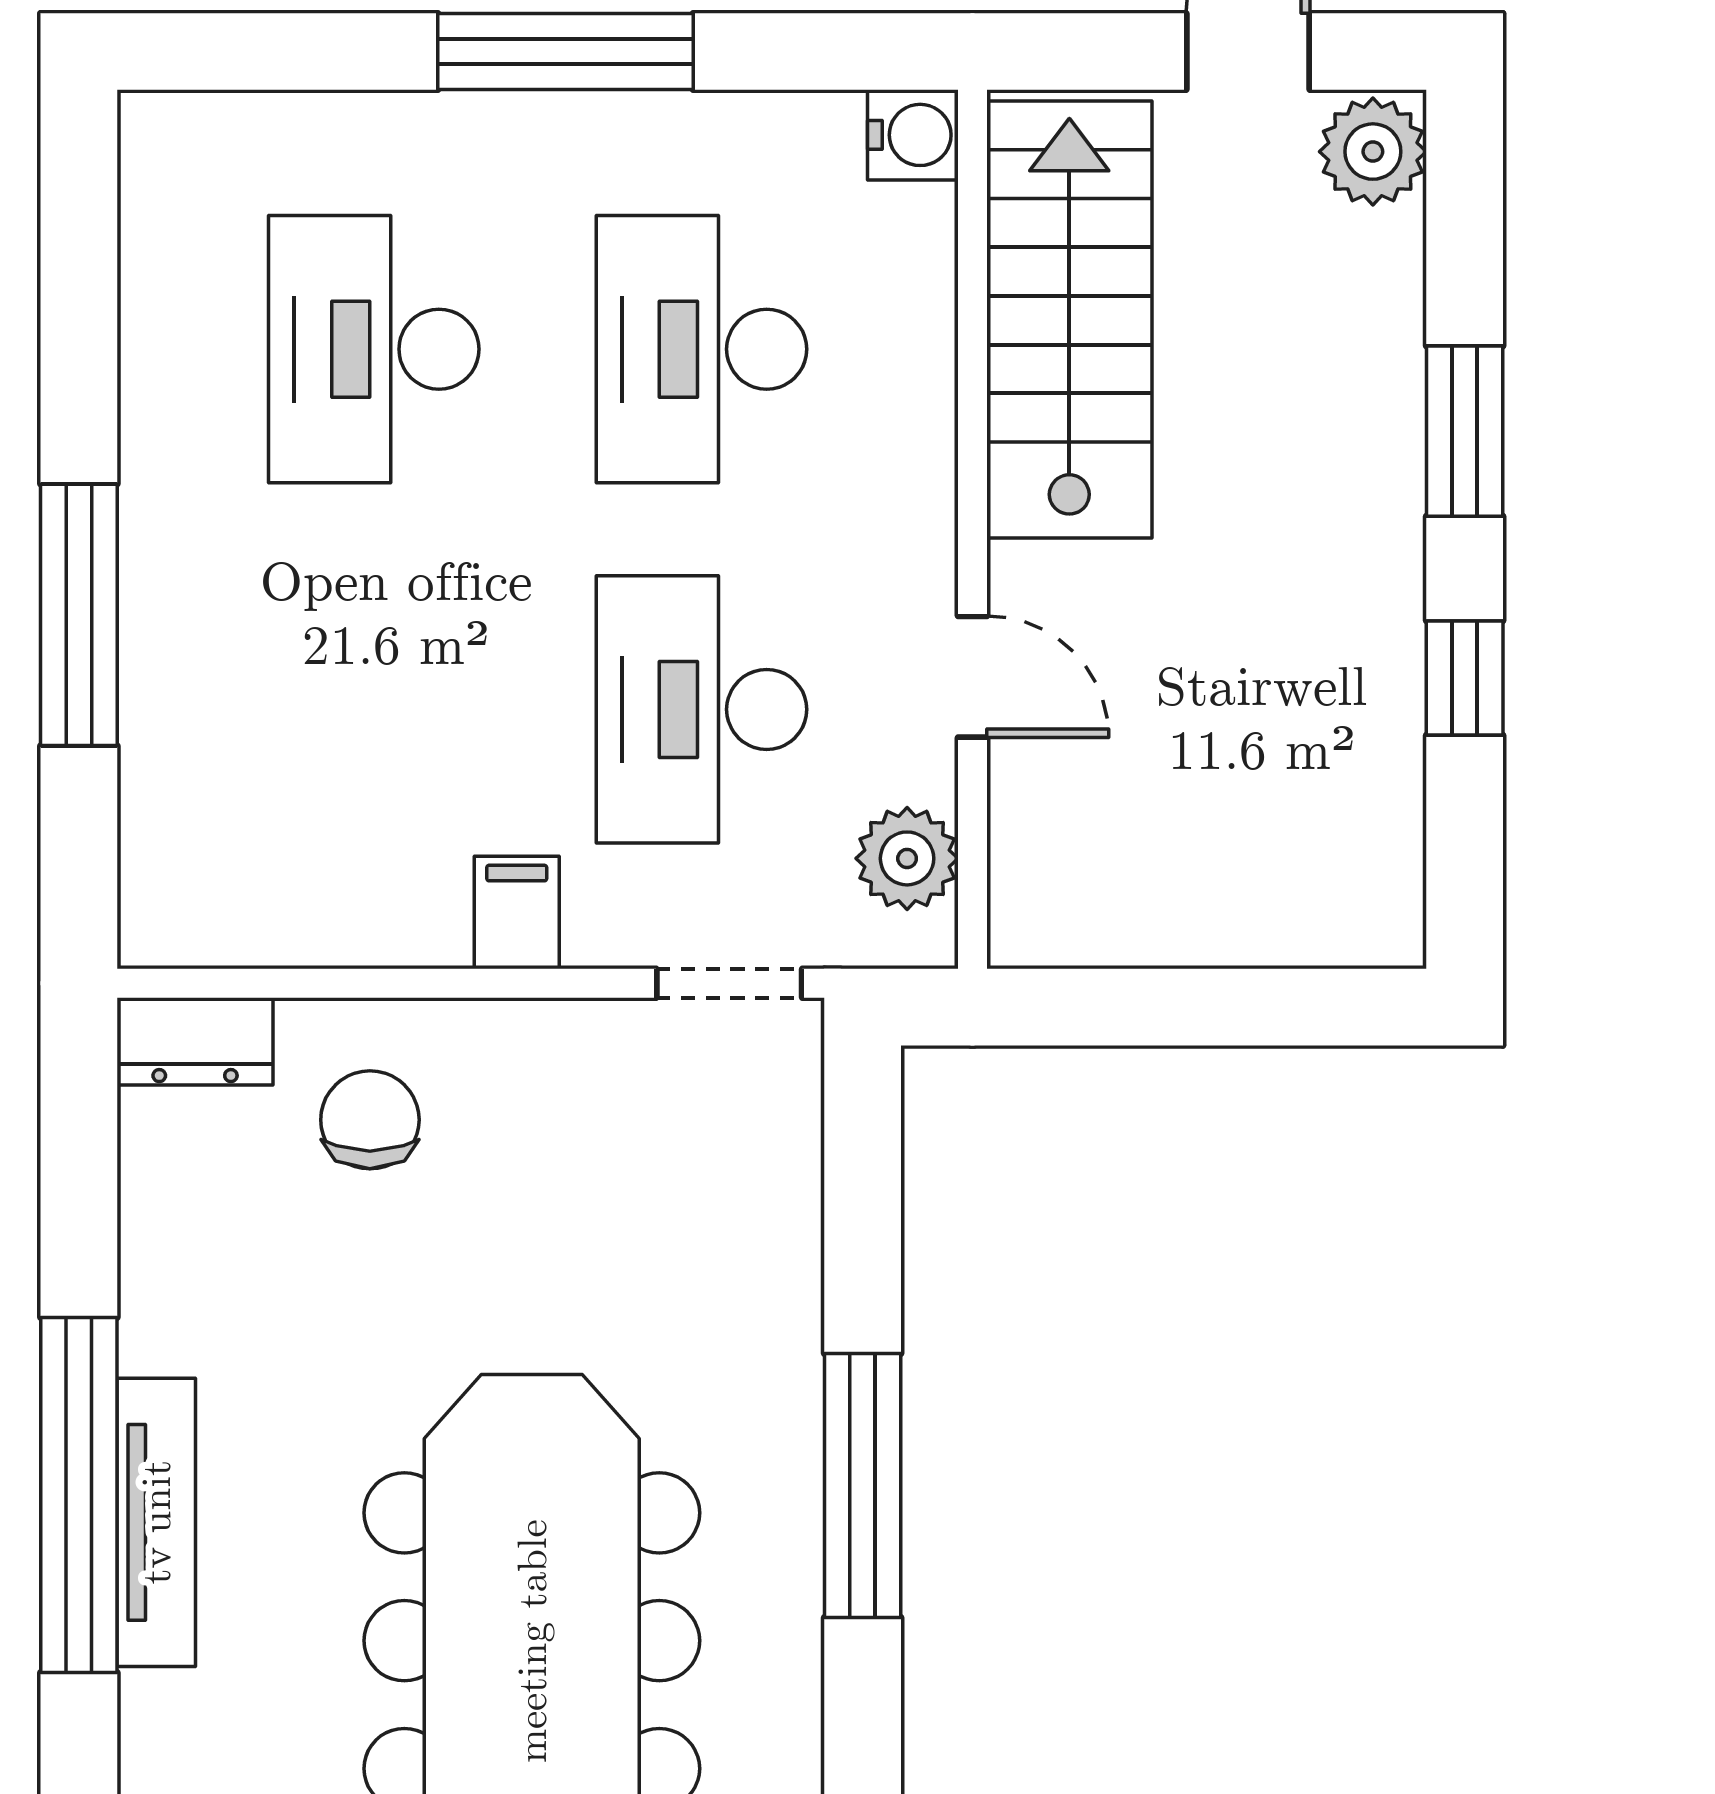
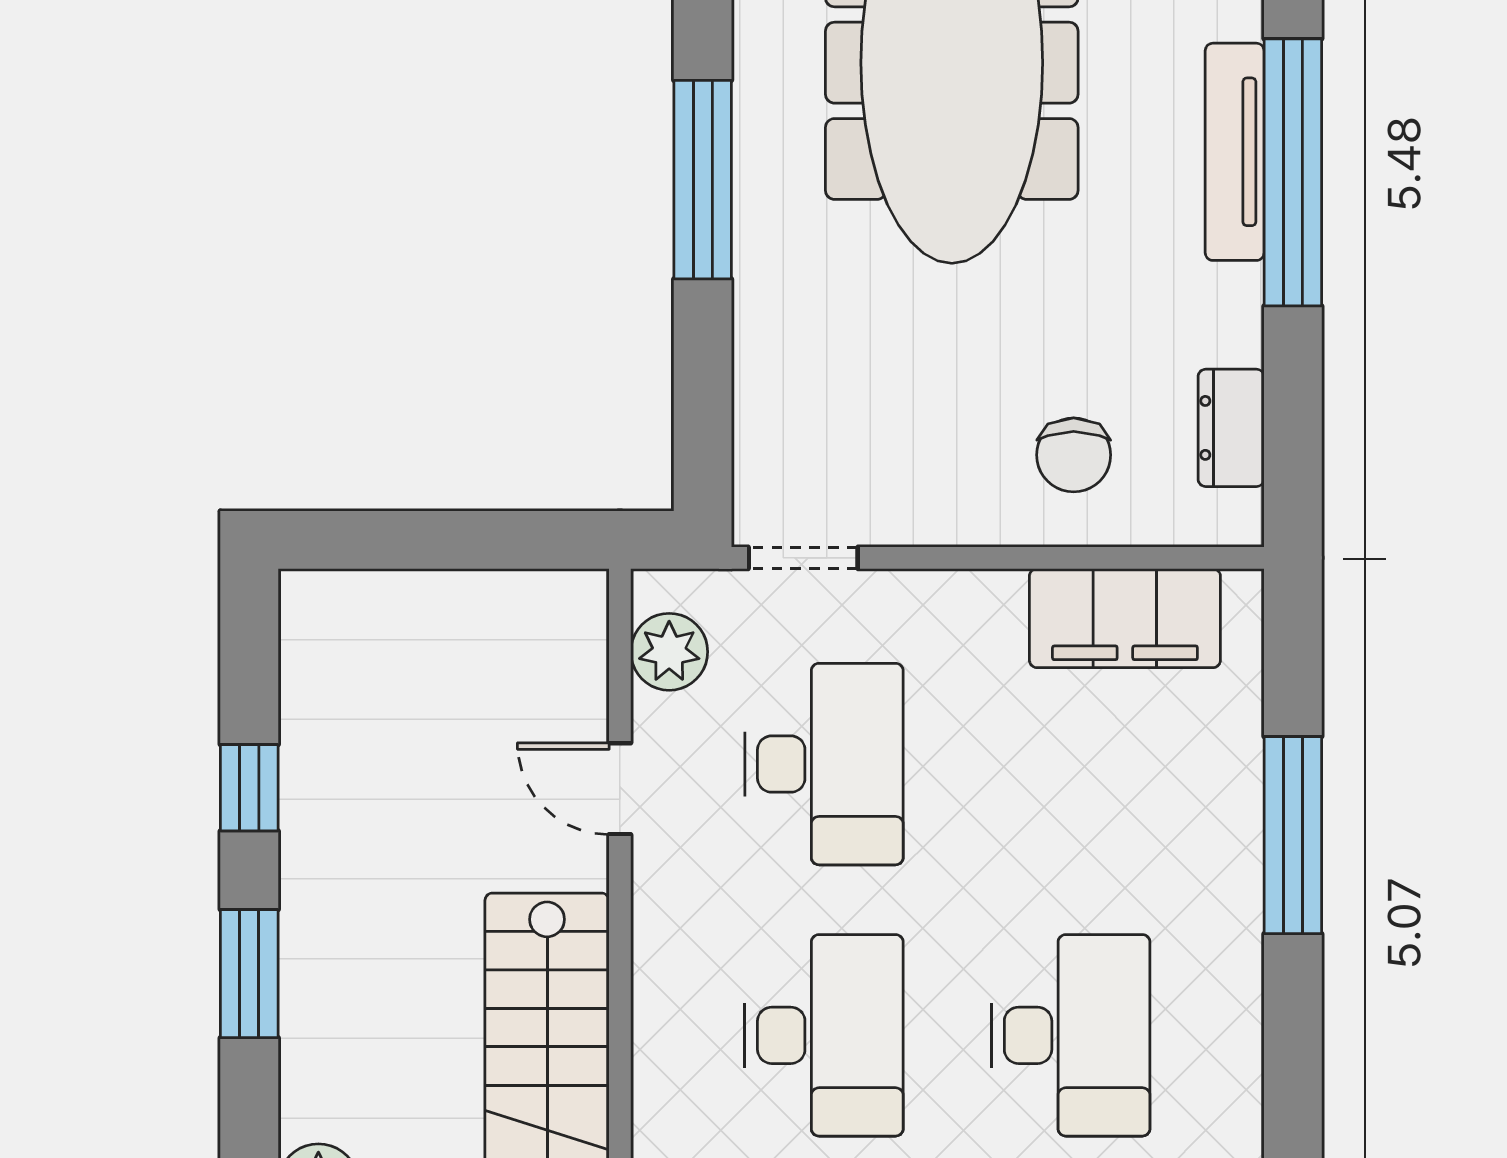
filing cabinet: (517, 913) -> (1125, 618), moved, width x3.00, depth x1.17
dresser: (195, 1041) -> (1231, 428), moved, turned -90

